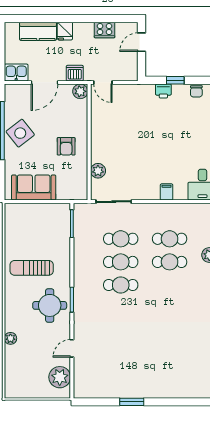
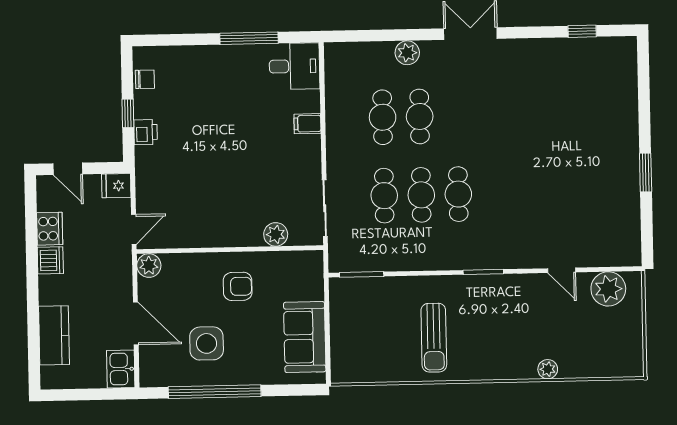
fridge: (65, 31) -> (116, 186), moved, turned 180
dishwasher: (75, 73) -> (50, 260), moved, turned 180
side table: (20, 133) -> (207, 343), moved, turned 38
round table: (50, 305) -> (494, 307), removed

